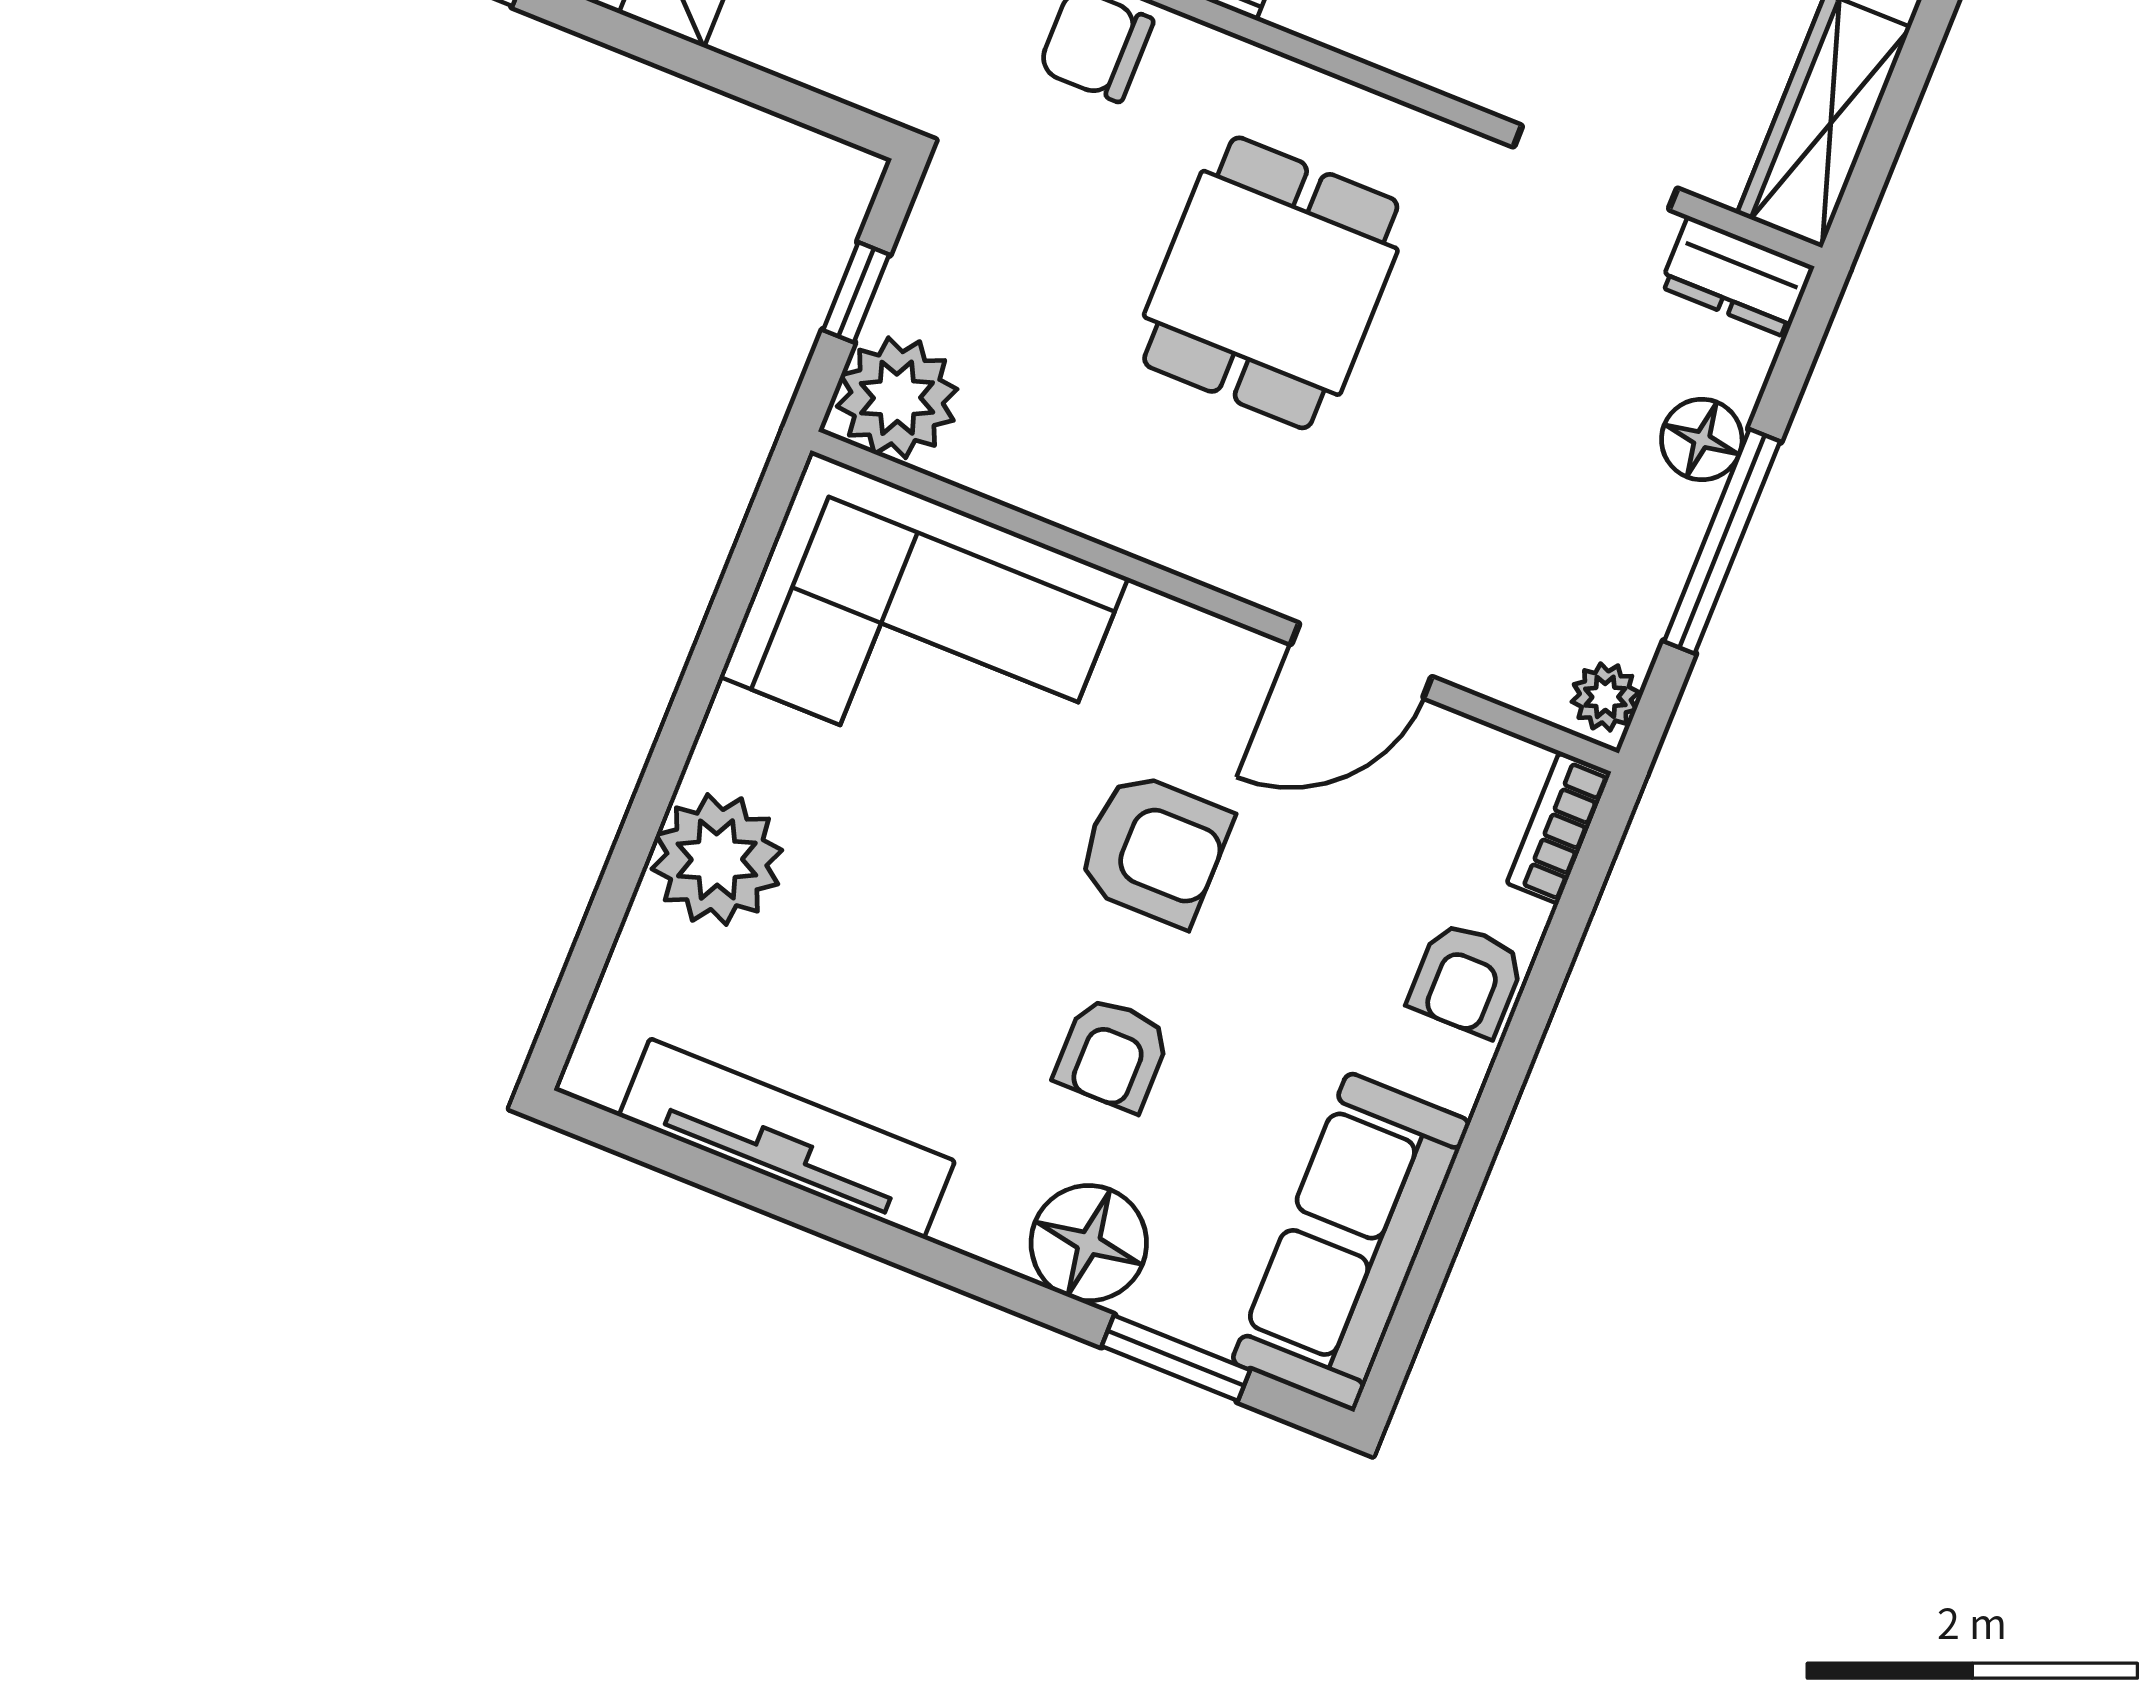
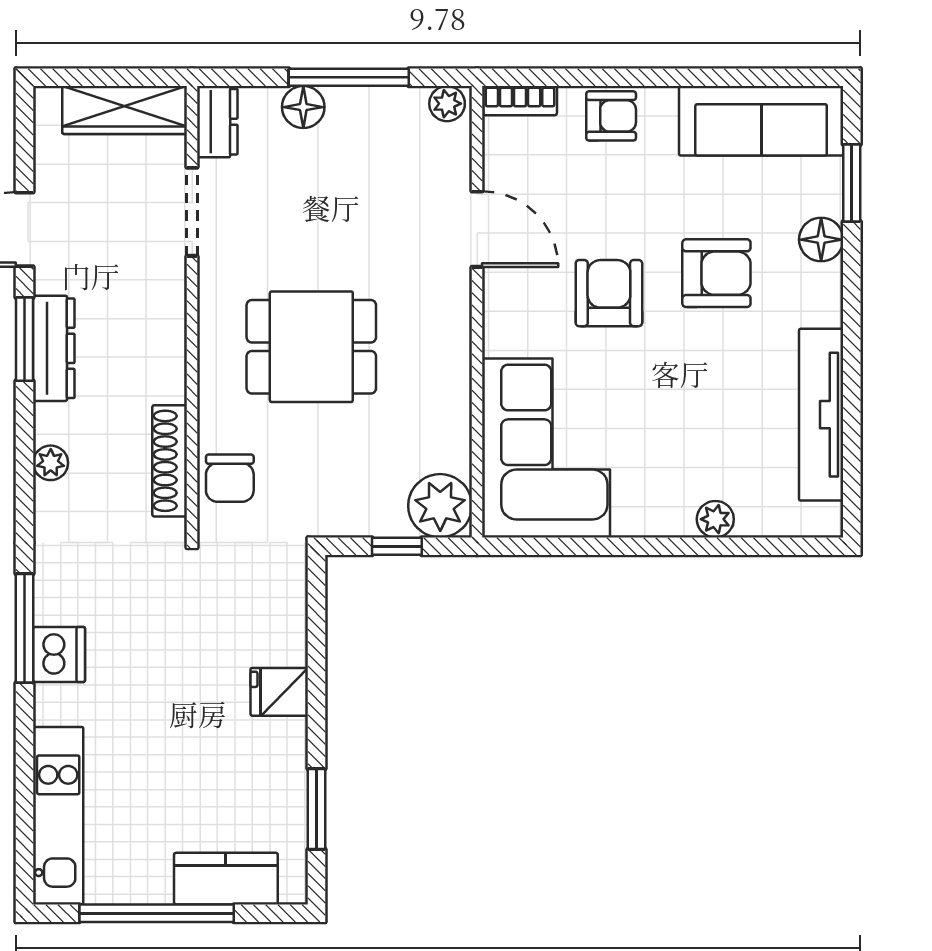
plant: (717, 859) -> (715, 519), width x0.53, depth x0.53
armchair: (1112, 1054) -> (716, 273), width x1.38, depth x1.38
floor lamp: (1089, 1243) -> (821, 240), width x0.73, depth x0.73

